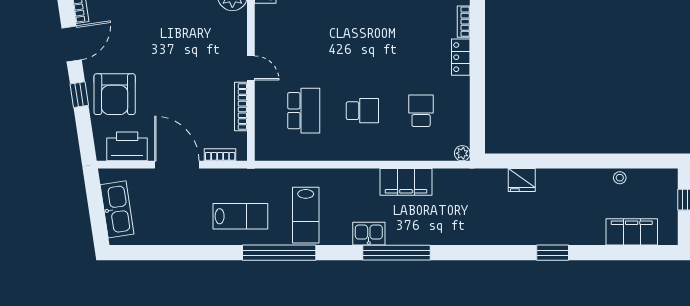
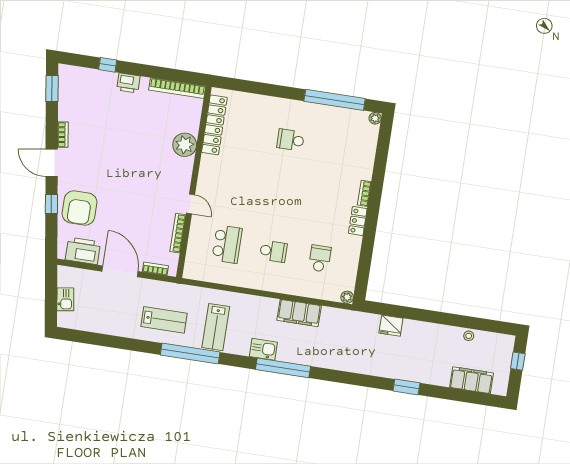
door: (72, 44) -> (52, 163), swing flipped
kitchen sink: (117, 209) -> (65, 299), width x0.53, depth x0.81

